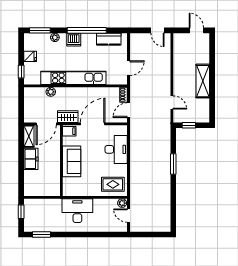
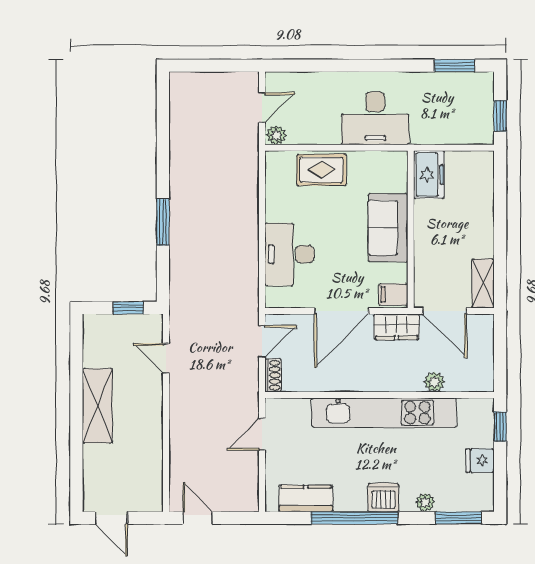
door: (46, 124) -> (445, 311), swing flipped
freezer: (31, 159) -> (429, 175), moved, turned 180
rug: (113, 184) -> (321, 170), moved
door: (129, 216) -> (262, 108), hinge flipped

